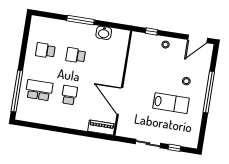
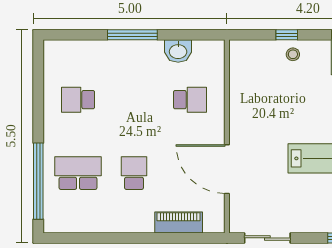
window: (151, 31) -> (287, 35), moved
school desk: (76, 55) -> (190, 100), moved, turned 180
piano: (101, 128) -> (179, 223), moved
sliding door: (148, 144) -> (267, 238), moved

